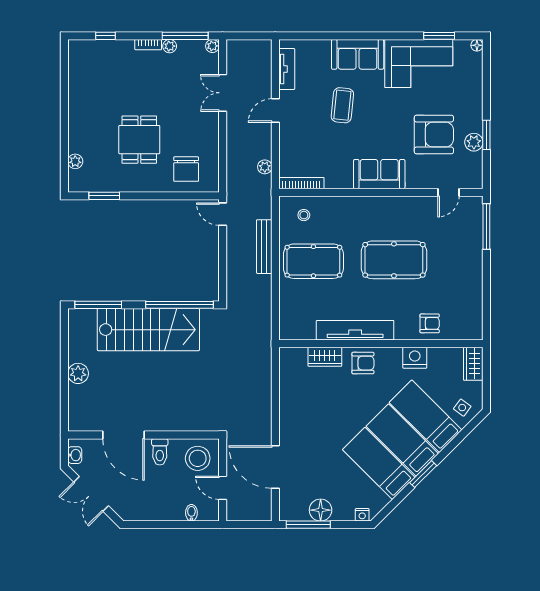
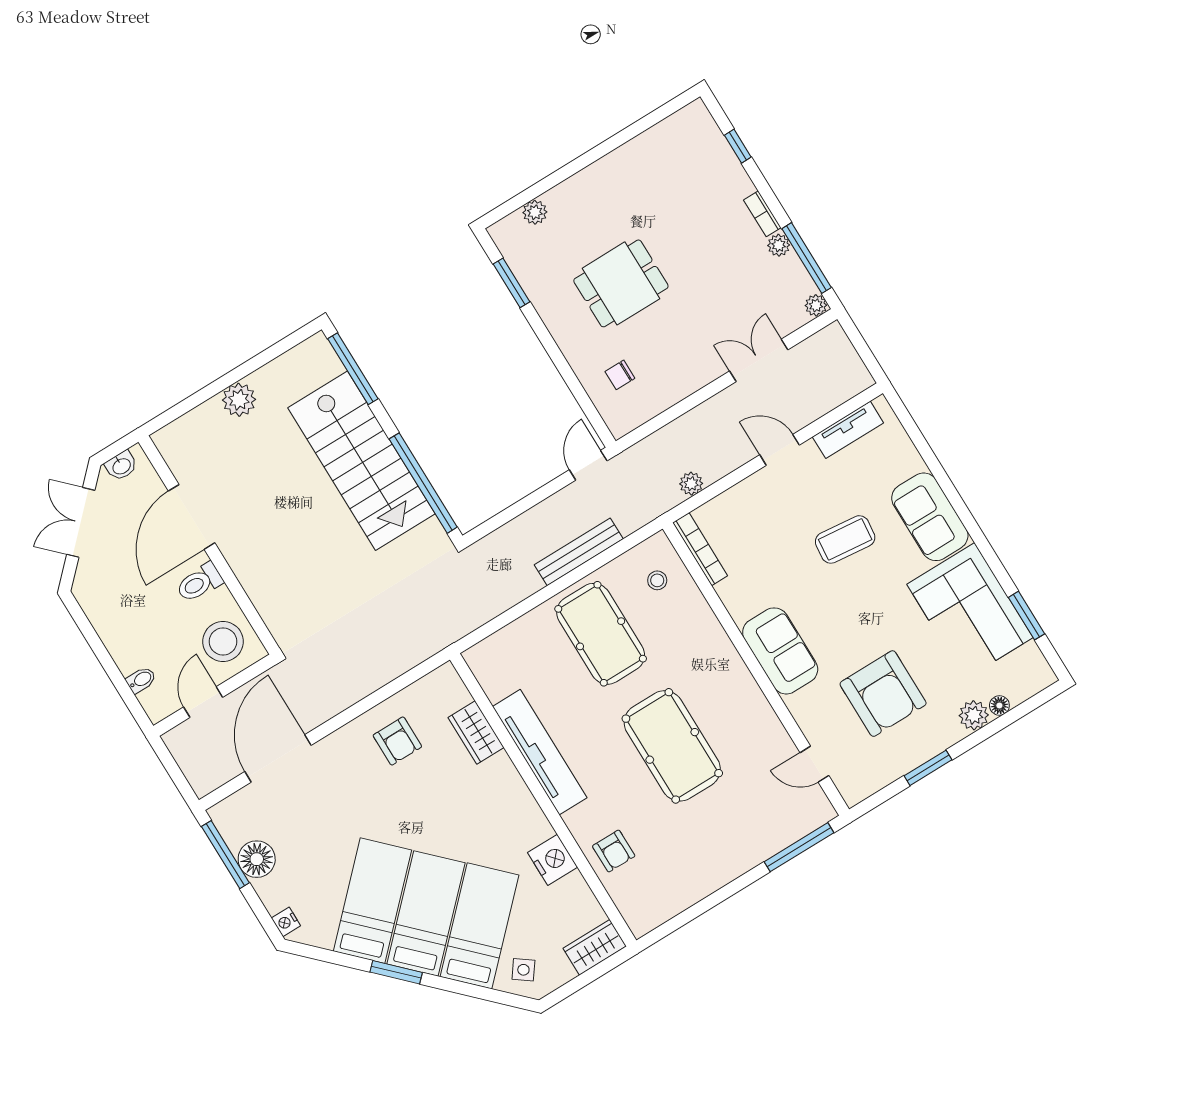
floor lamp: (477, 45) -> (999, 705), moved
plant: (474, 142) -> (974, 715), moved
chair: (186, 169) -> (620, 375), width x0.54, depth x0.54
armchair: (363, 363) -> (397, 741), moved

